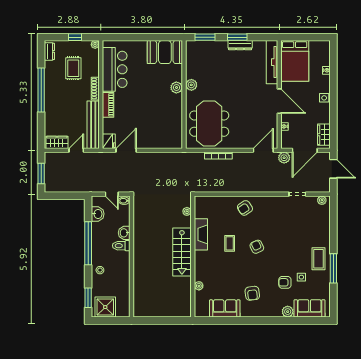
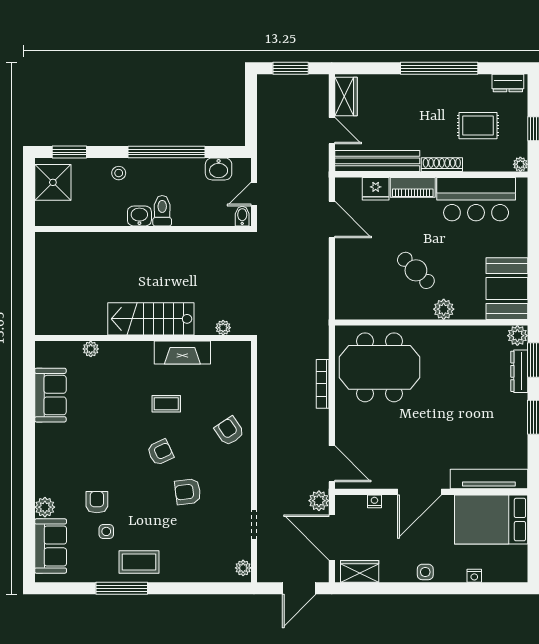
dresser: (240, 45) -> (519, 371), moved
plant: (191, 85) -> (517, 336), moved
cafe table: (155, 103) -> (416, 270), added
fridge: (109, 141) -> (376, 189), moved
washbasin: (124, 233) -> (139, 216), moved
armchair: (252, 293) -> (188, 492), moved

